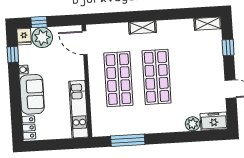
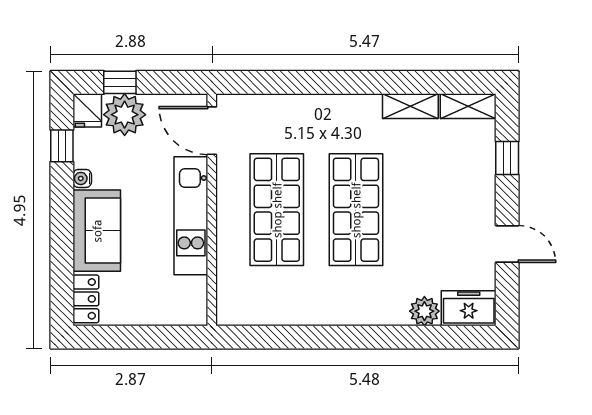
shelving: (142, 27) -> (410, 106), moved
kitchen unit: (79, 109) -> (191, 216), moved
window: (128, 140) -> (289, 337), removed

